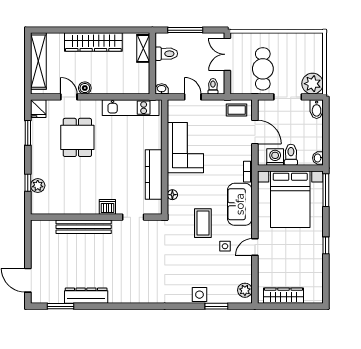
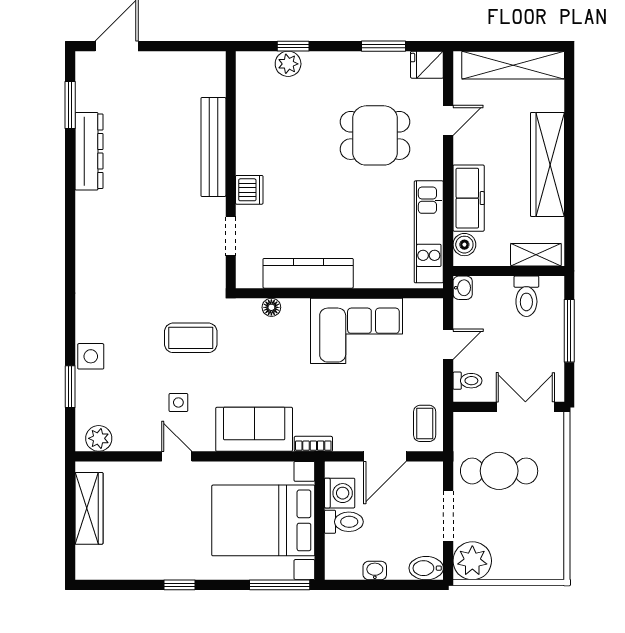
freezer: (112, 86) -> (469, 198), added
boiler: (85, 88) -> (464, 245), moved
washbasin: (318, 158) -> (375, 570), moved
coffee table: (203, 223) -> (191, 338), moved

